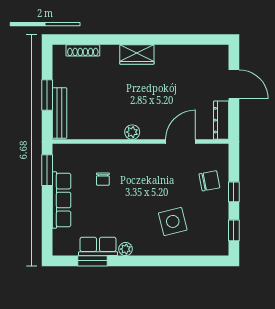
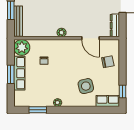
door: (180, 142) -> (90, 38), swing flipped
plant: (66, 157) -> (22, 47), added
window: (47, 170) -> (11, 74), moved
window: (234, 192) -> (122, 68), removed
row of seats: (98, 246) -> (108, 101), moved

